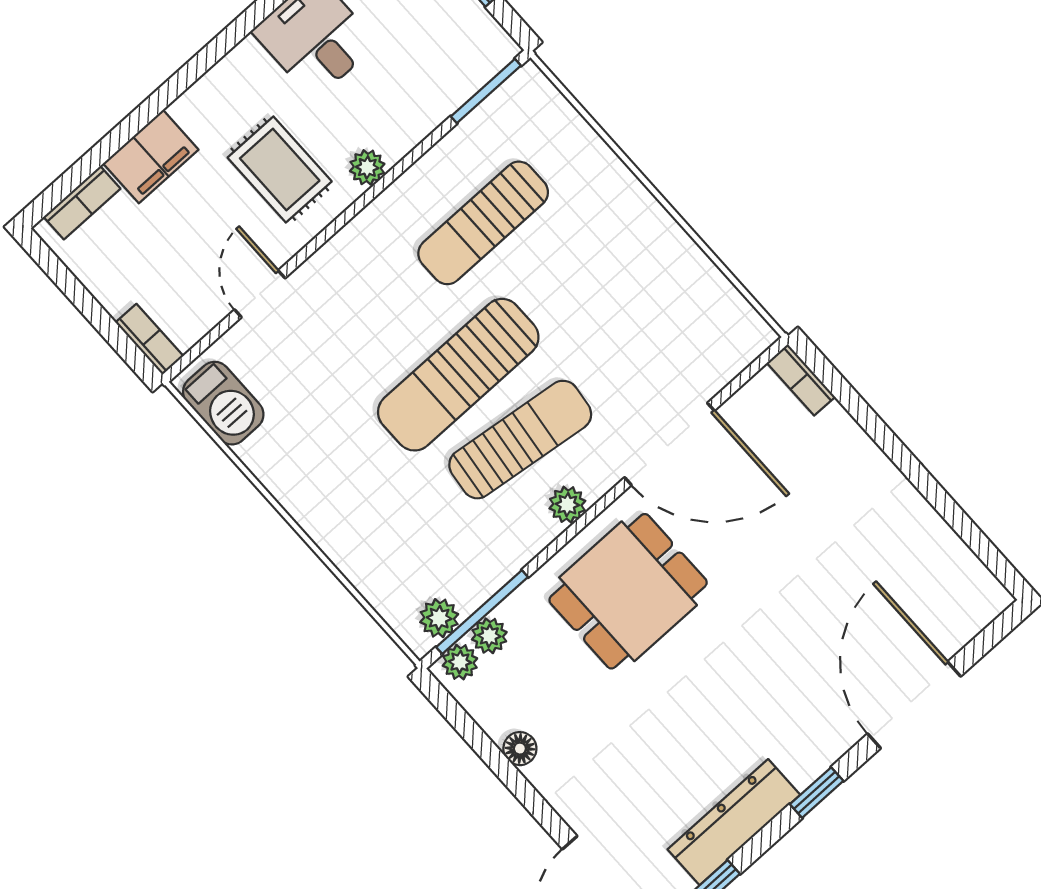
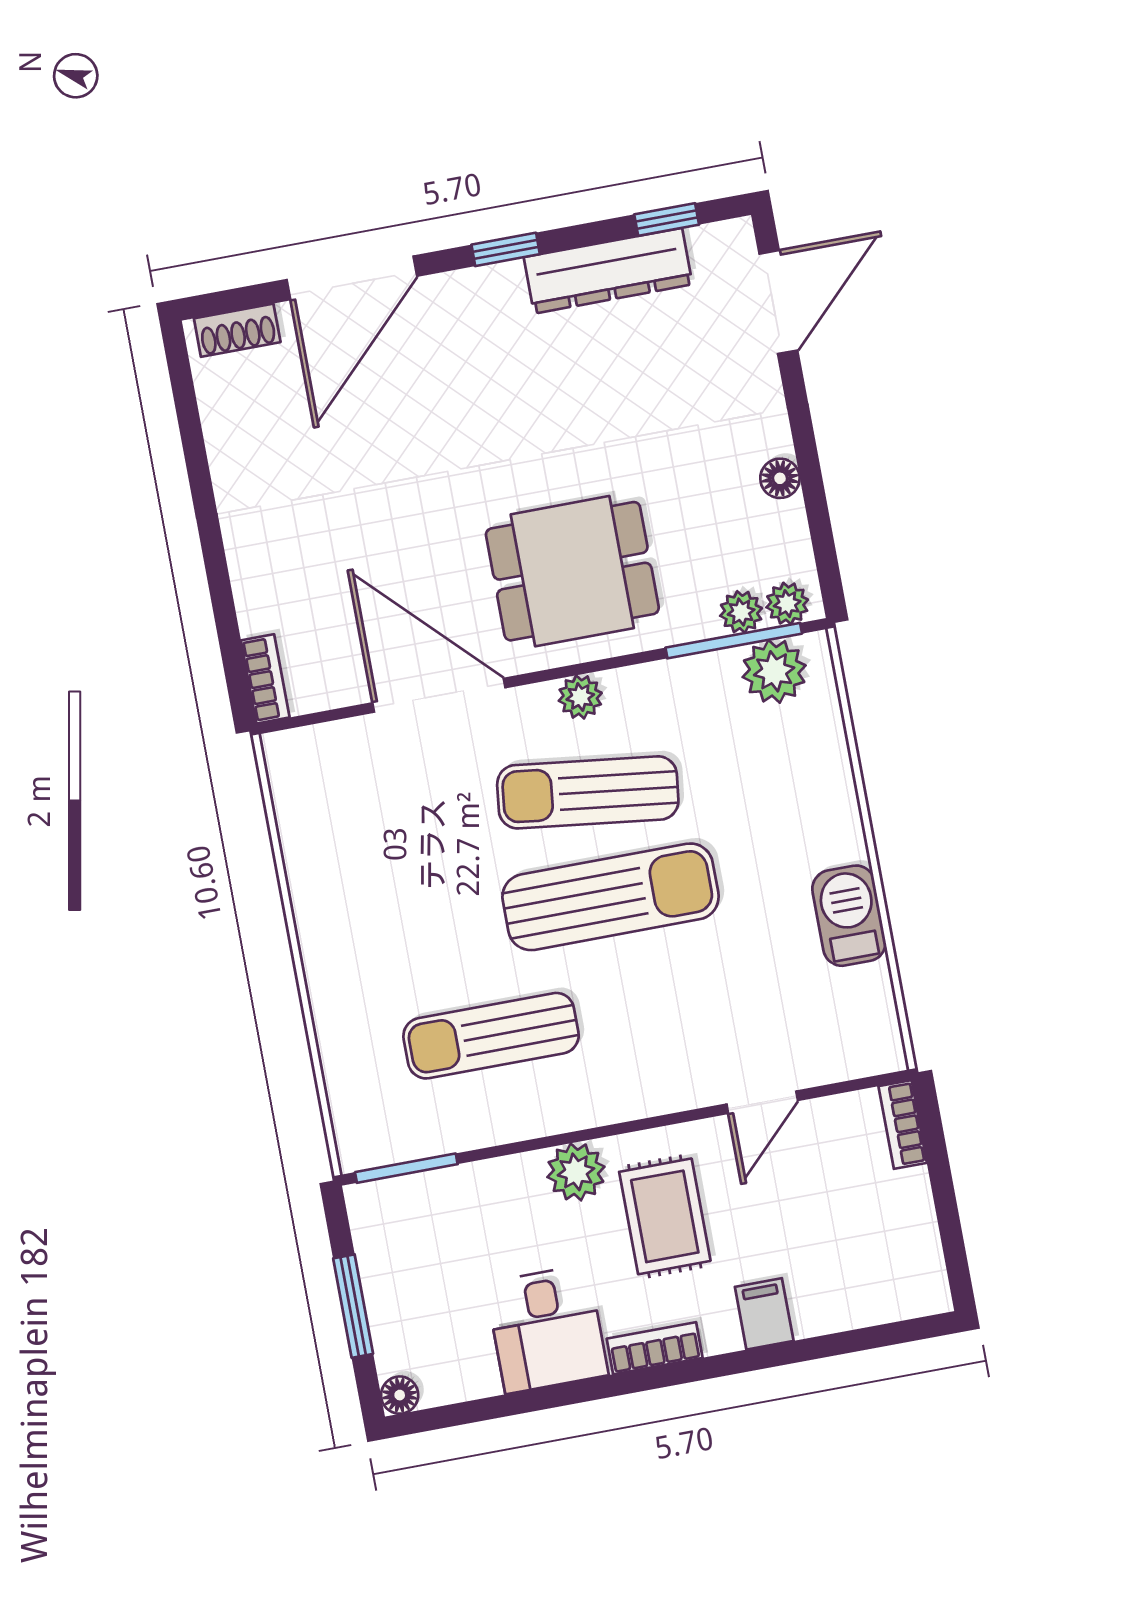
filing cabinet: (151, 157) -> (764, 1314), width x0.50
plant: (367, 167) -> (576, 1172), width x1.38, depth x1.38
bookcase: (82, 203) -> (655, 1348), moved
sun lounger: (483, 223) -> (491, 1036), turned 180
barbecue: (223, 403) -> (849, 916), moved
shoe rack: (974, 617) -> (237, 330), added
plant: (439, 618) -> (774, 671), width x1.38, depth x1.38

